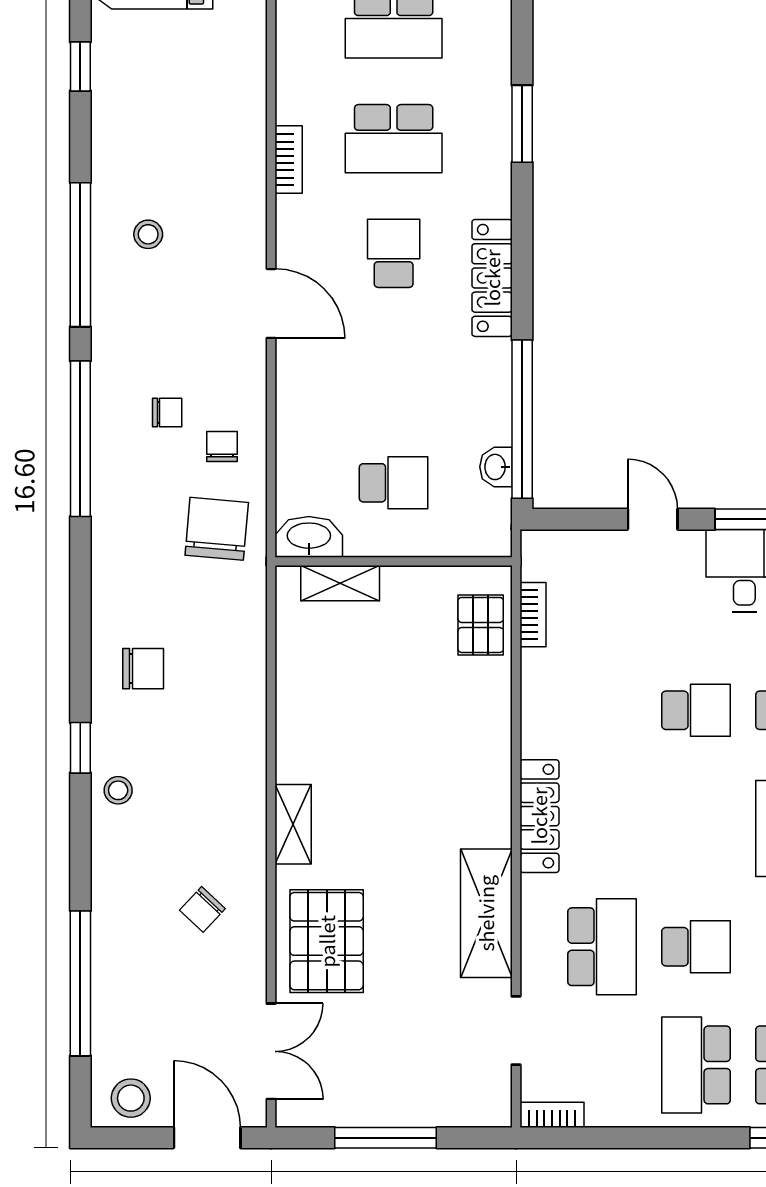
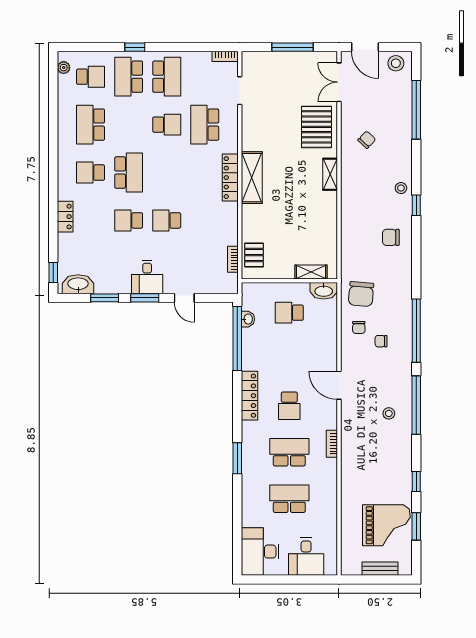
shelving: (486, 913) -> (252, 178), moved
school desk: (696, 947) -> (167, 125), turned 180

